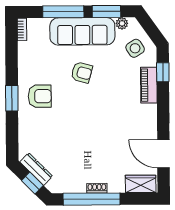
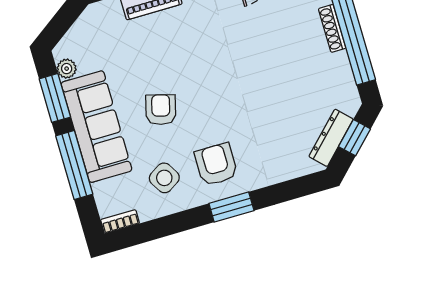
side table: (135, 48) -> (164, 178), moved
shoe rack: (97, 188) -> (332, 28), width x1.43

